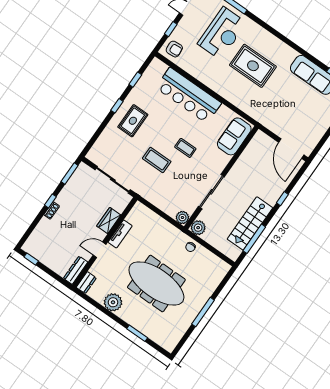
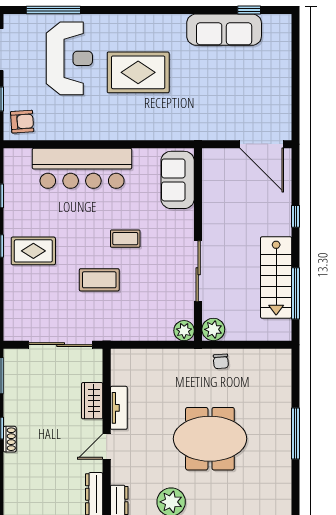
rug: (133, 121) -> (33, 251), turned 90
meeting table: (156, 283) -> (210, 439), width x0.73

